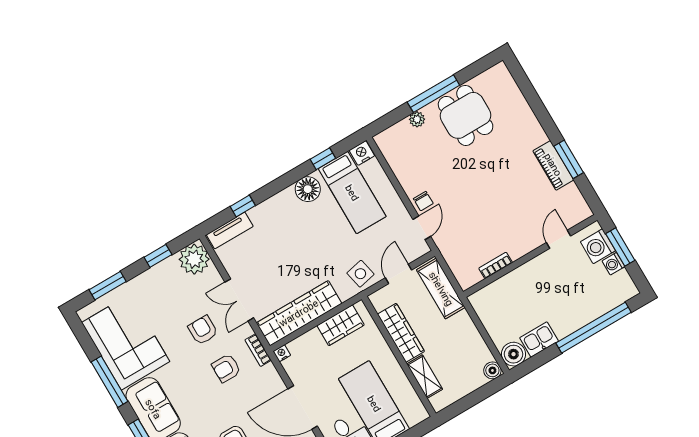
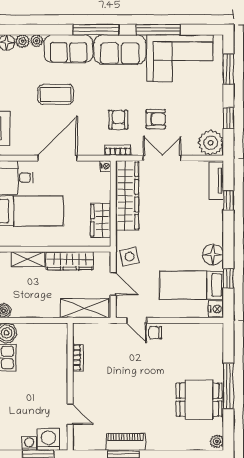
plant: (417, 119) -> (217, 441), moved

